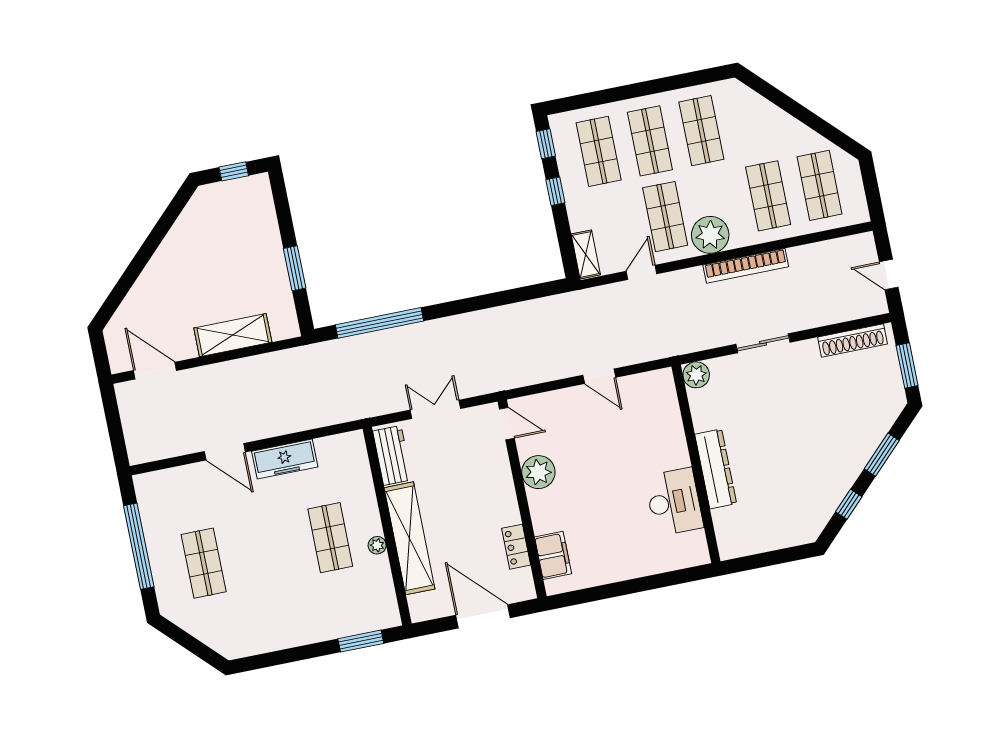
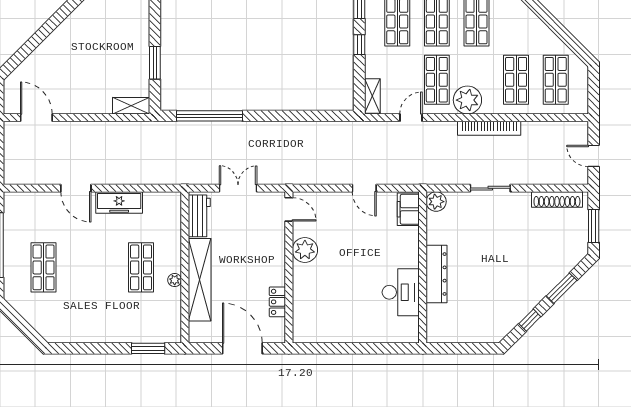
shelving: (233, 335) -> (131, 106), moved, width x0.67, depth x0.75
filing cabinet: (553, 555) -> (408, 209), moved, turned 180

